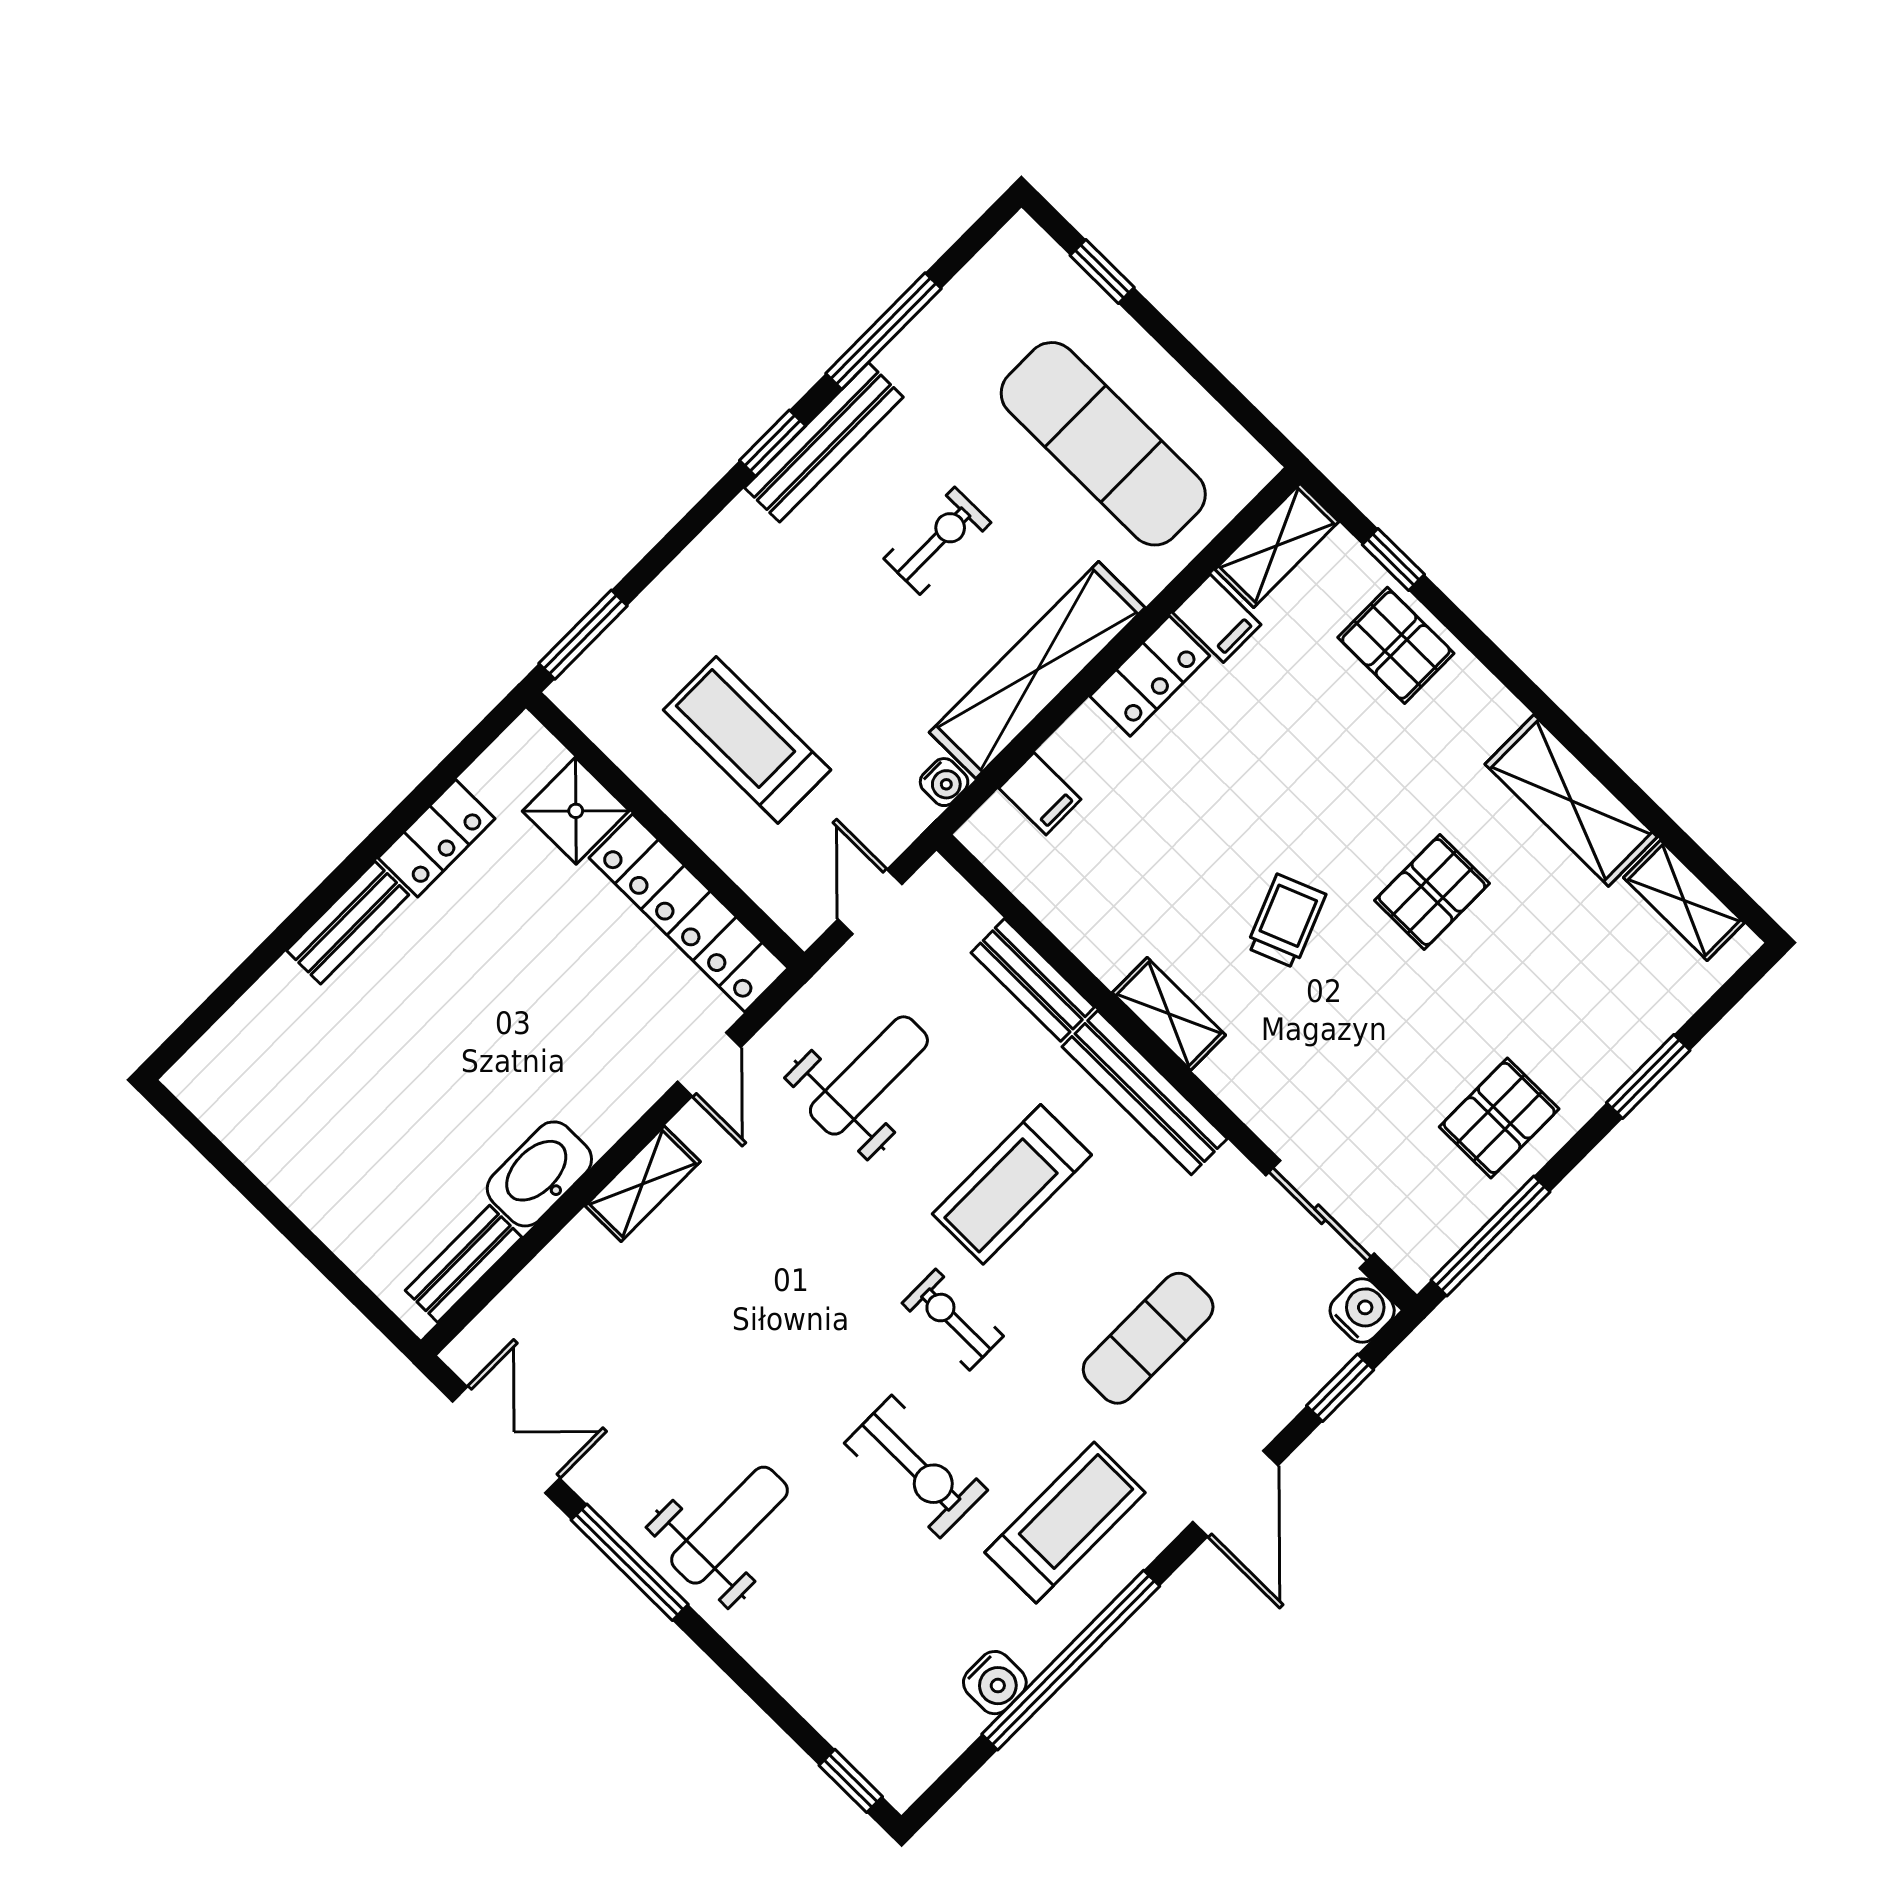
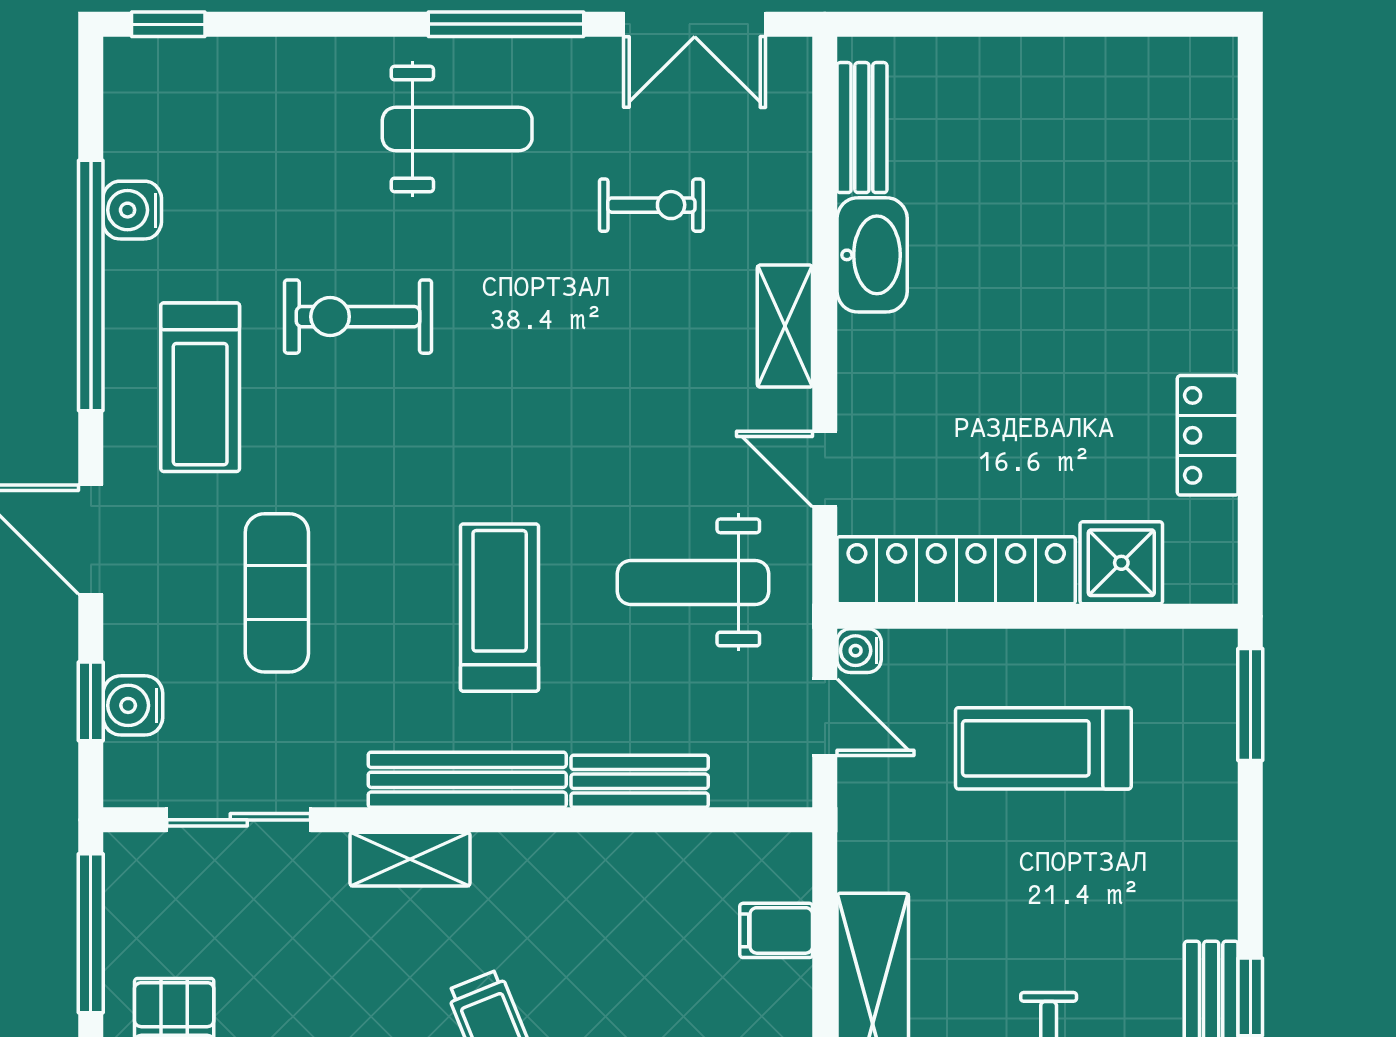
treadmill: (747, 740) -> (1043, 748), turned 180
water cooler: (944, 782) -> (859, 651), moved
bench: (348, 923) -> (1212, 302), removed
shelving: (1169, 1014) -> (410, 859), moved
weight bench: (869, 1075) -> (693, 582), turned 90
water cooler: (1362, 1311) -> (133, 705), moved, turned 90
exercise bike: (953, 1320) -> (651, 205), moved
weight bench: (729, 1525) -> (457, 129), turned -90

